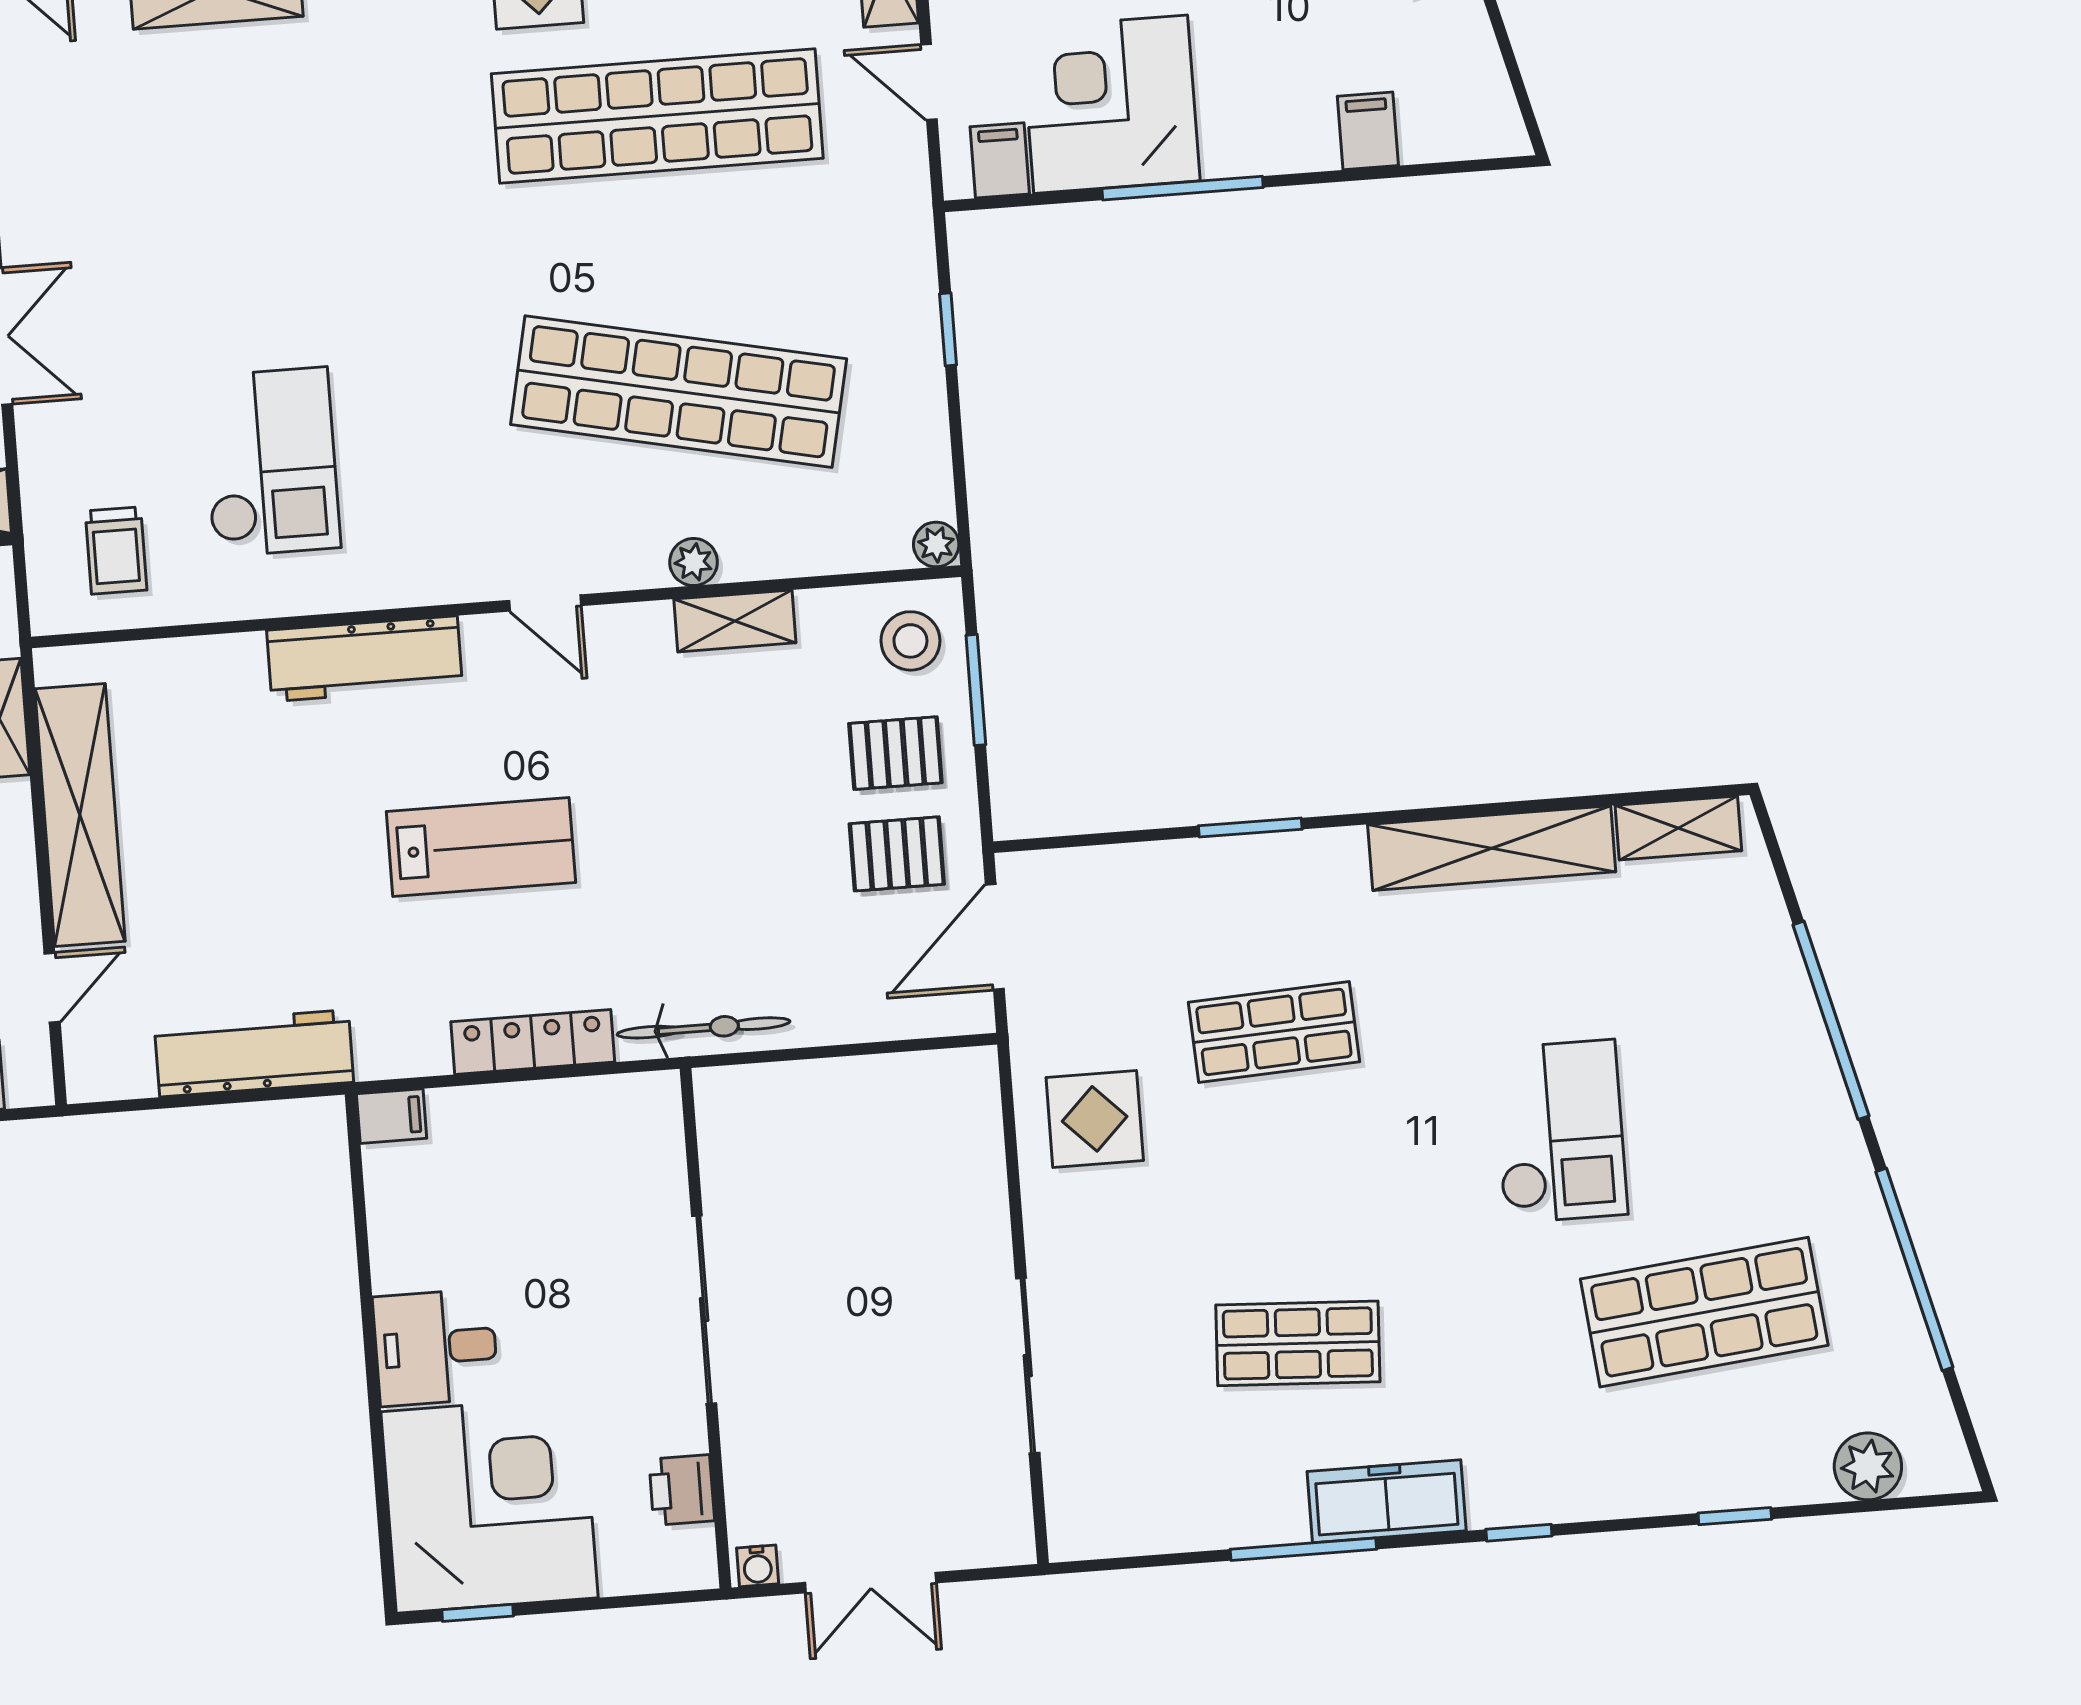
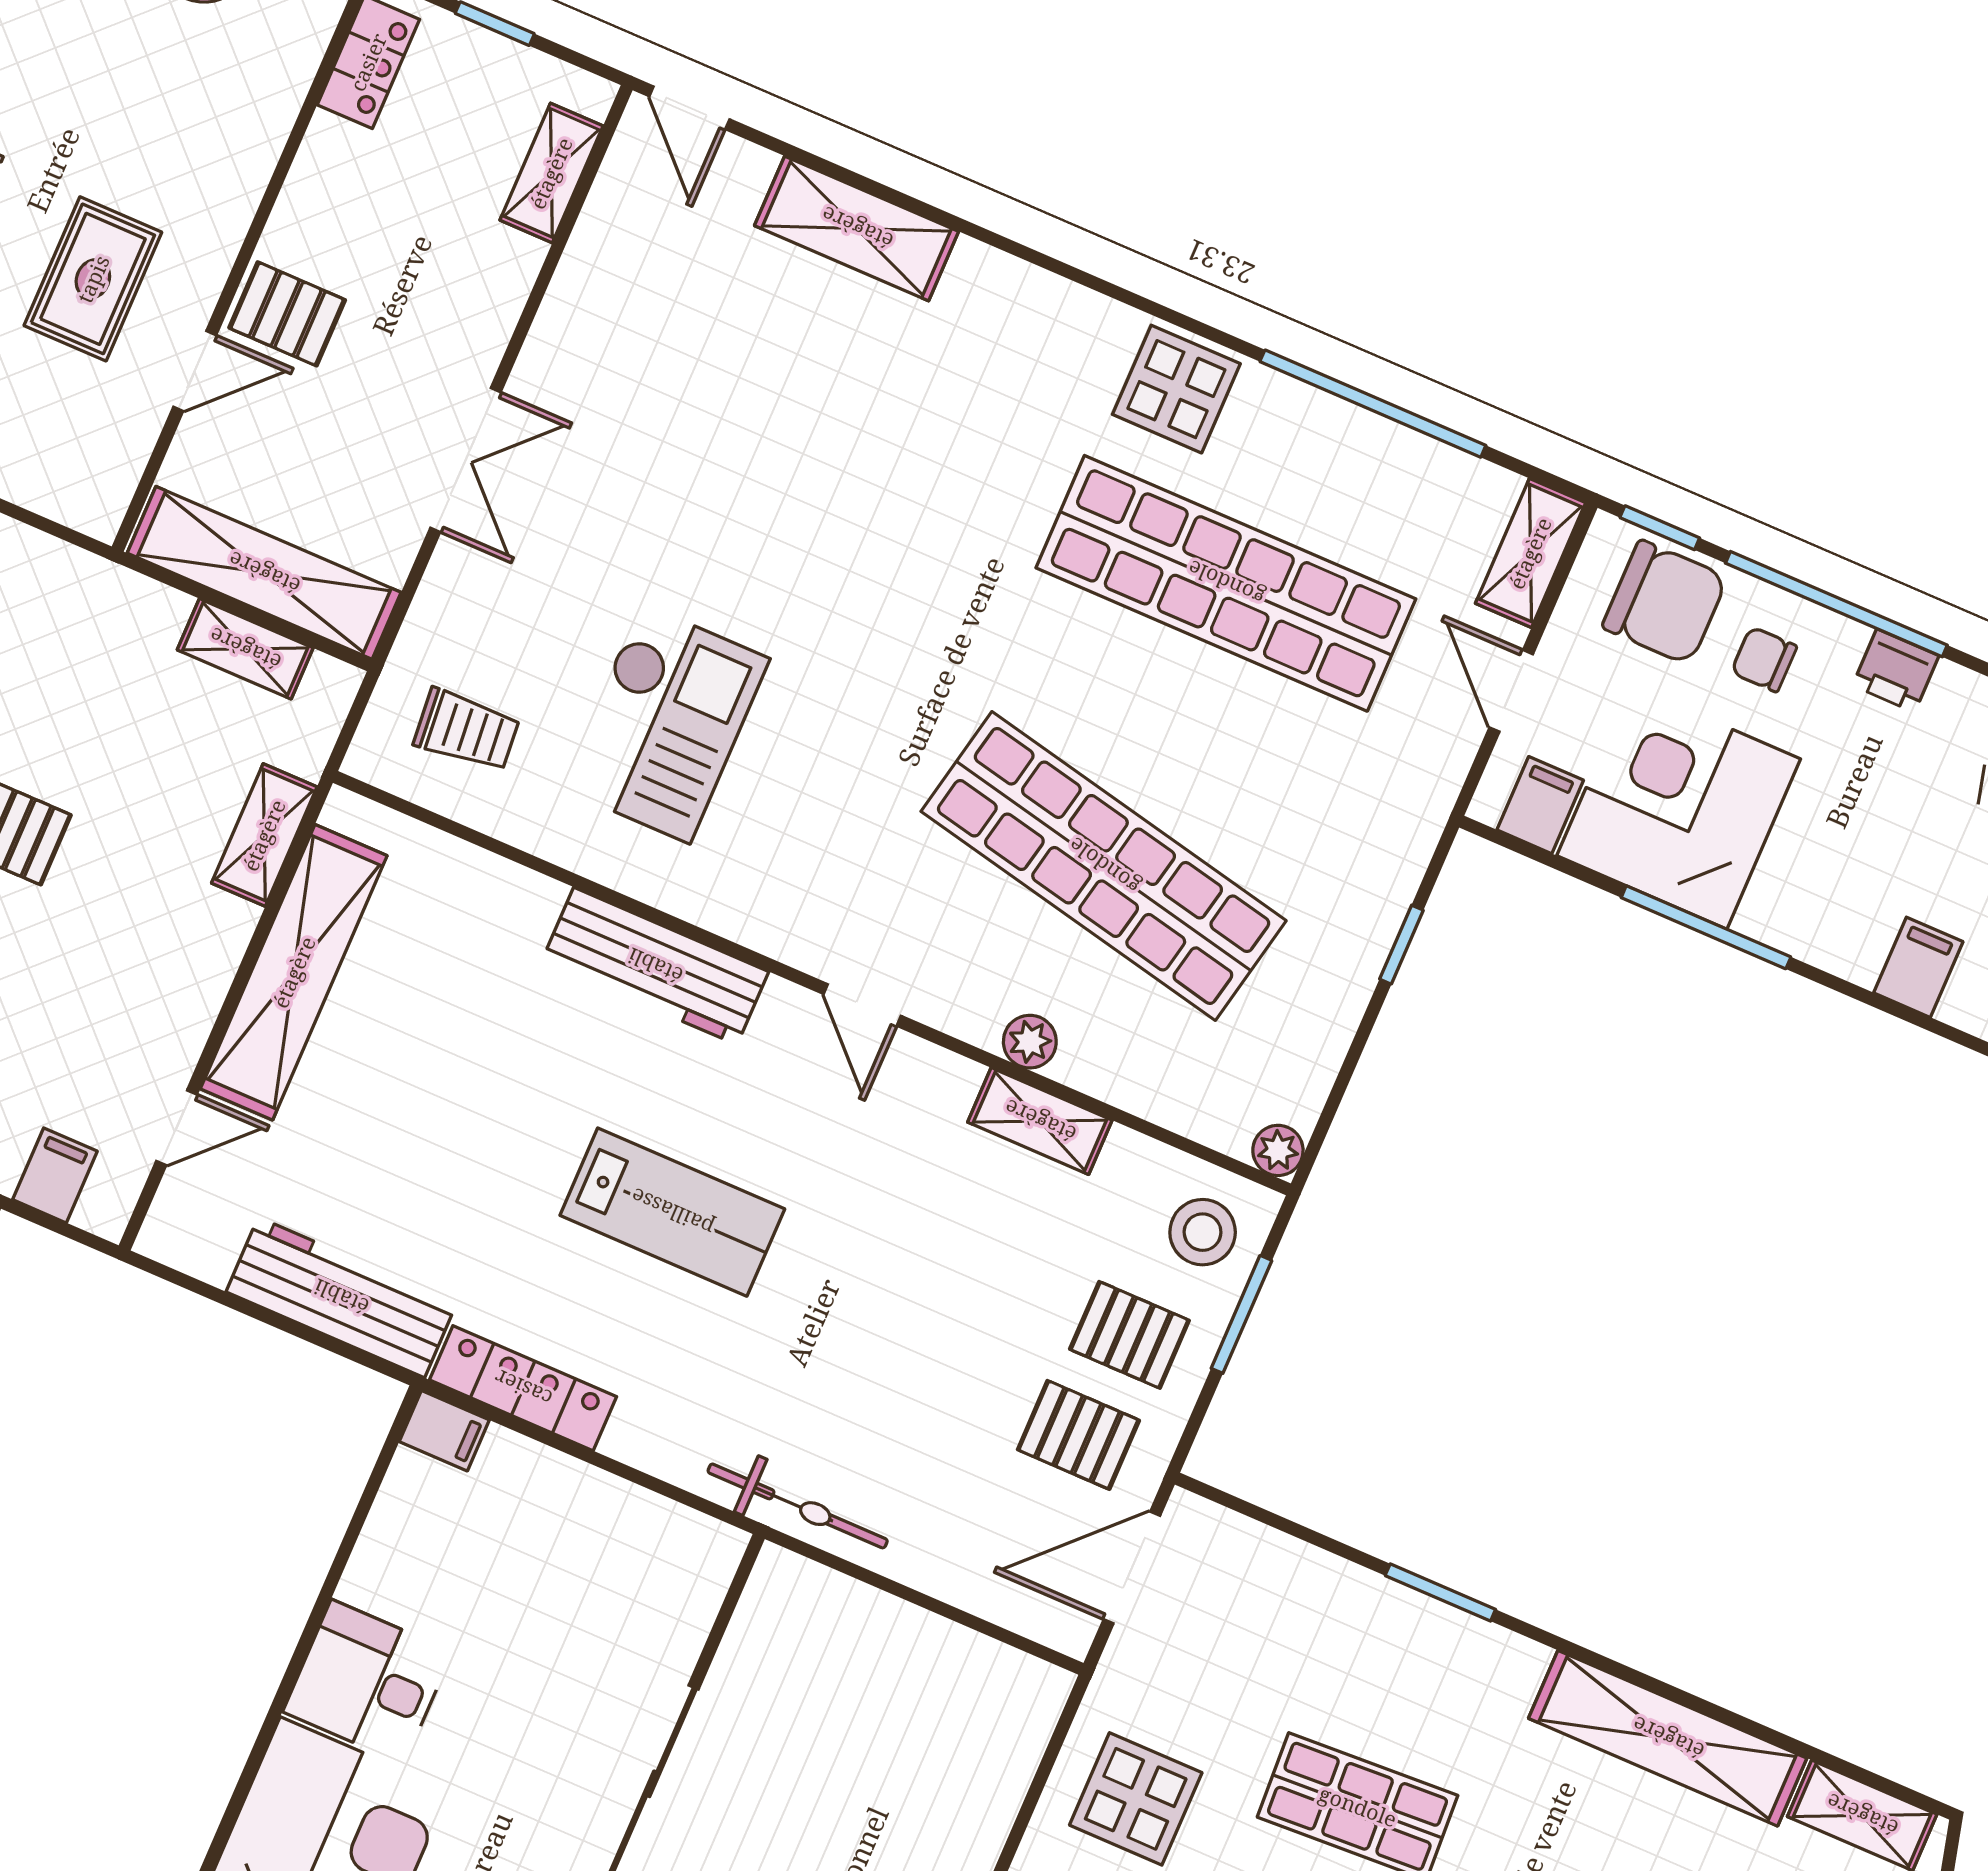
trolley: (116, 550) -> (467, 730), turned -95
locker: (533, 1042) -> (523, 1388), moved

